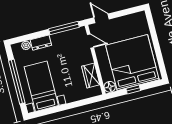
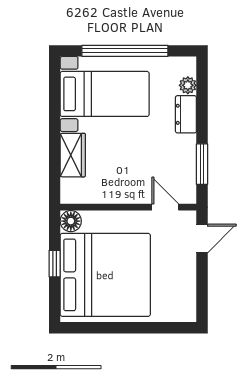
window: (64, 28) -> (202, 164), width x0.69
door: (90, 41) -> (165, 207), swing flipped
wardrobe: (91, 76) -> (73, 155), moved, turned 90

